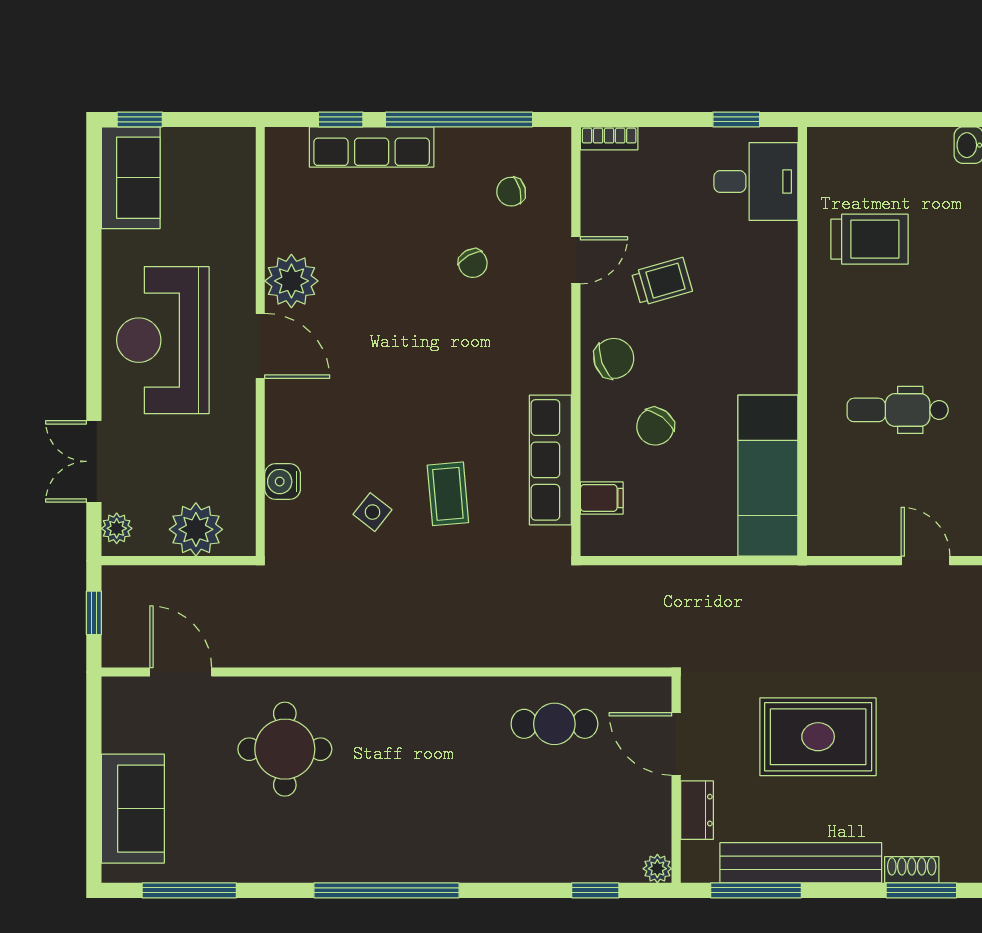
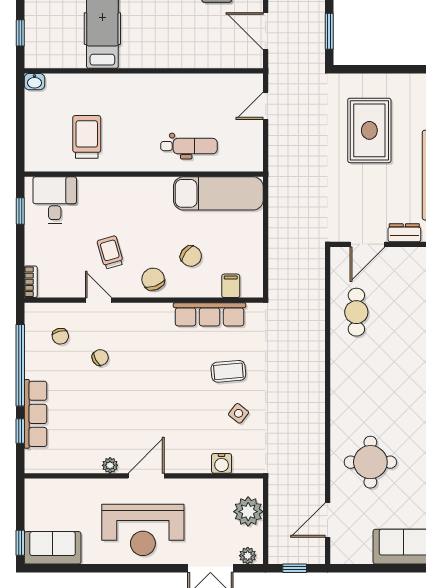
plant: (291, 281) -> (110, 465), width x0.53, depth x0.53
dental chair: (898, 410) -> (189, 146), moved, turned -90
rug: (818, 737) -> (369, 130), moved

